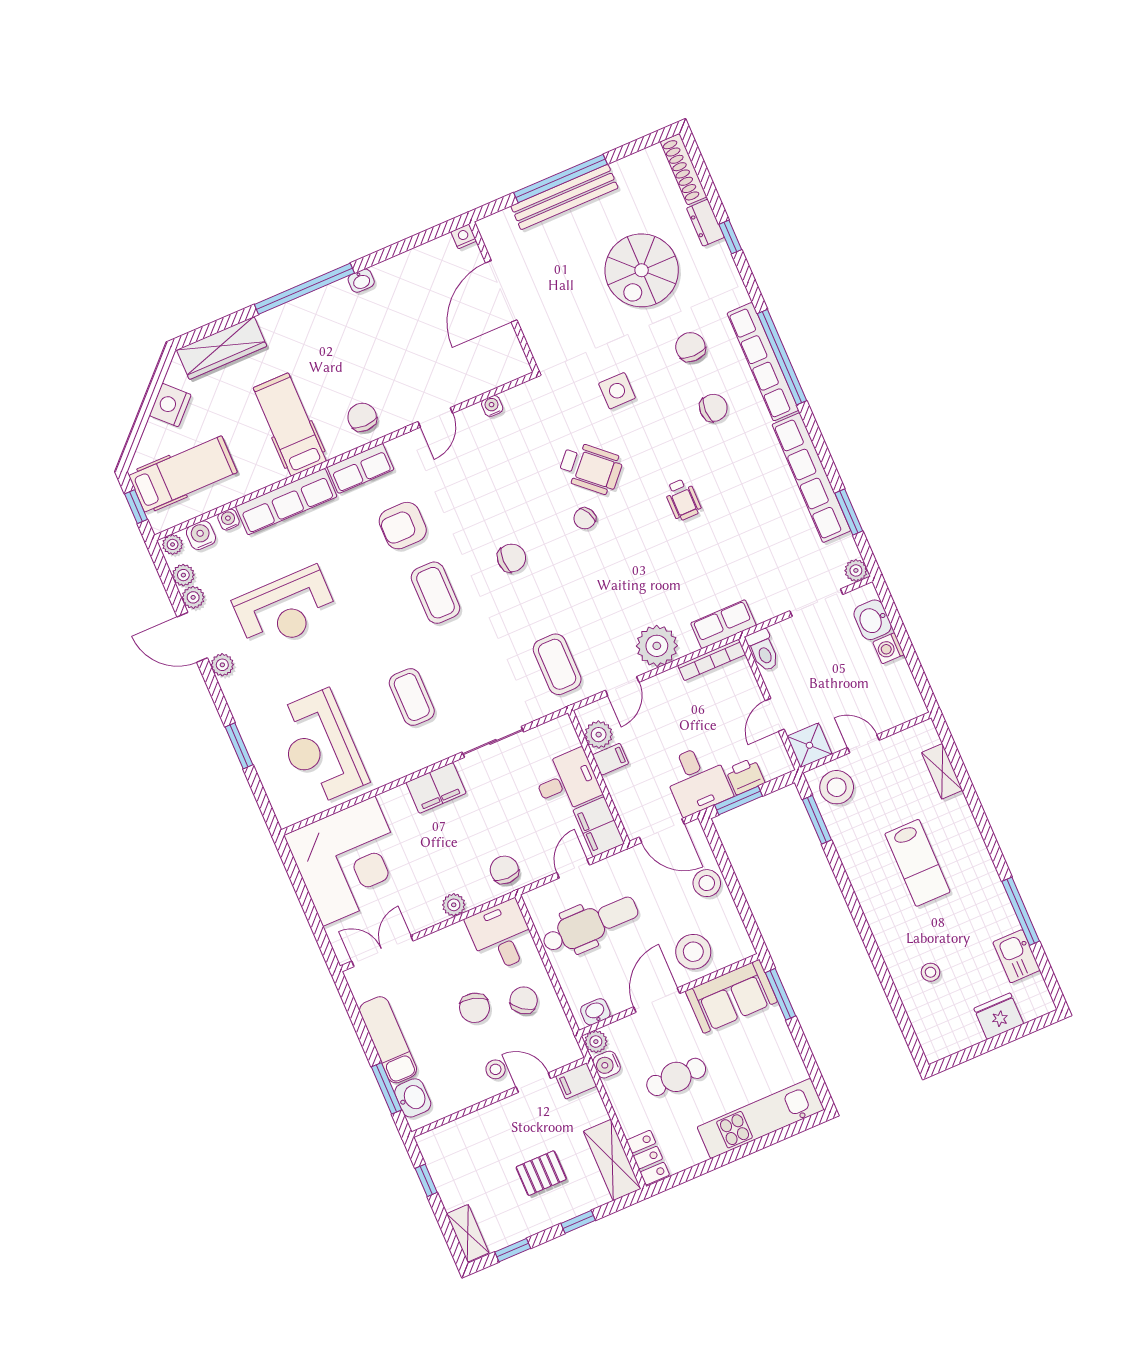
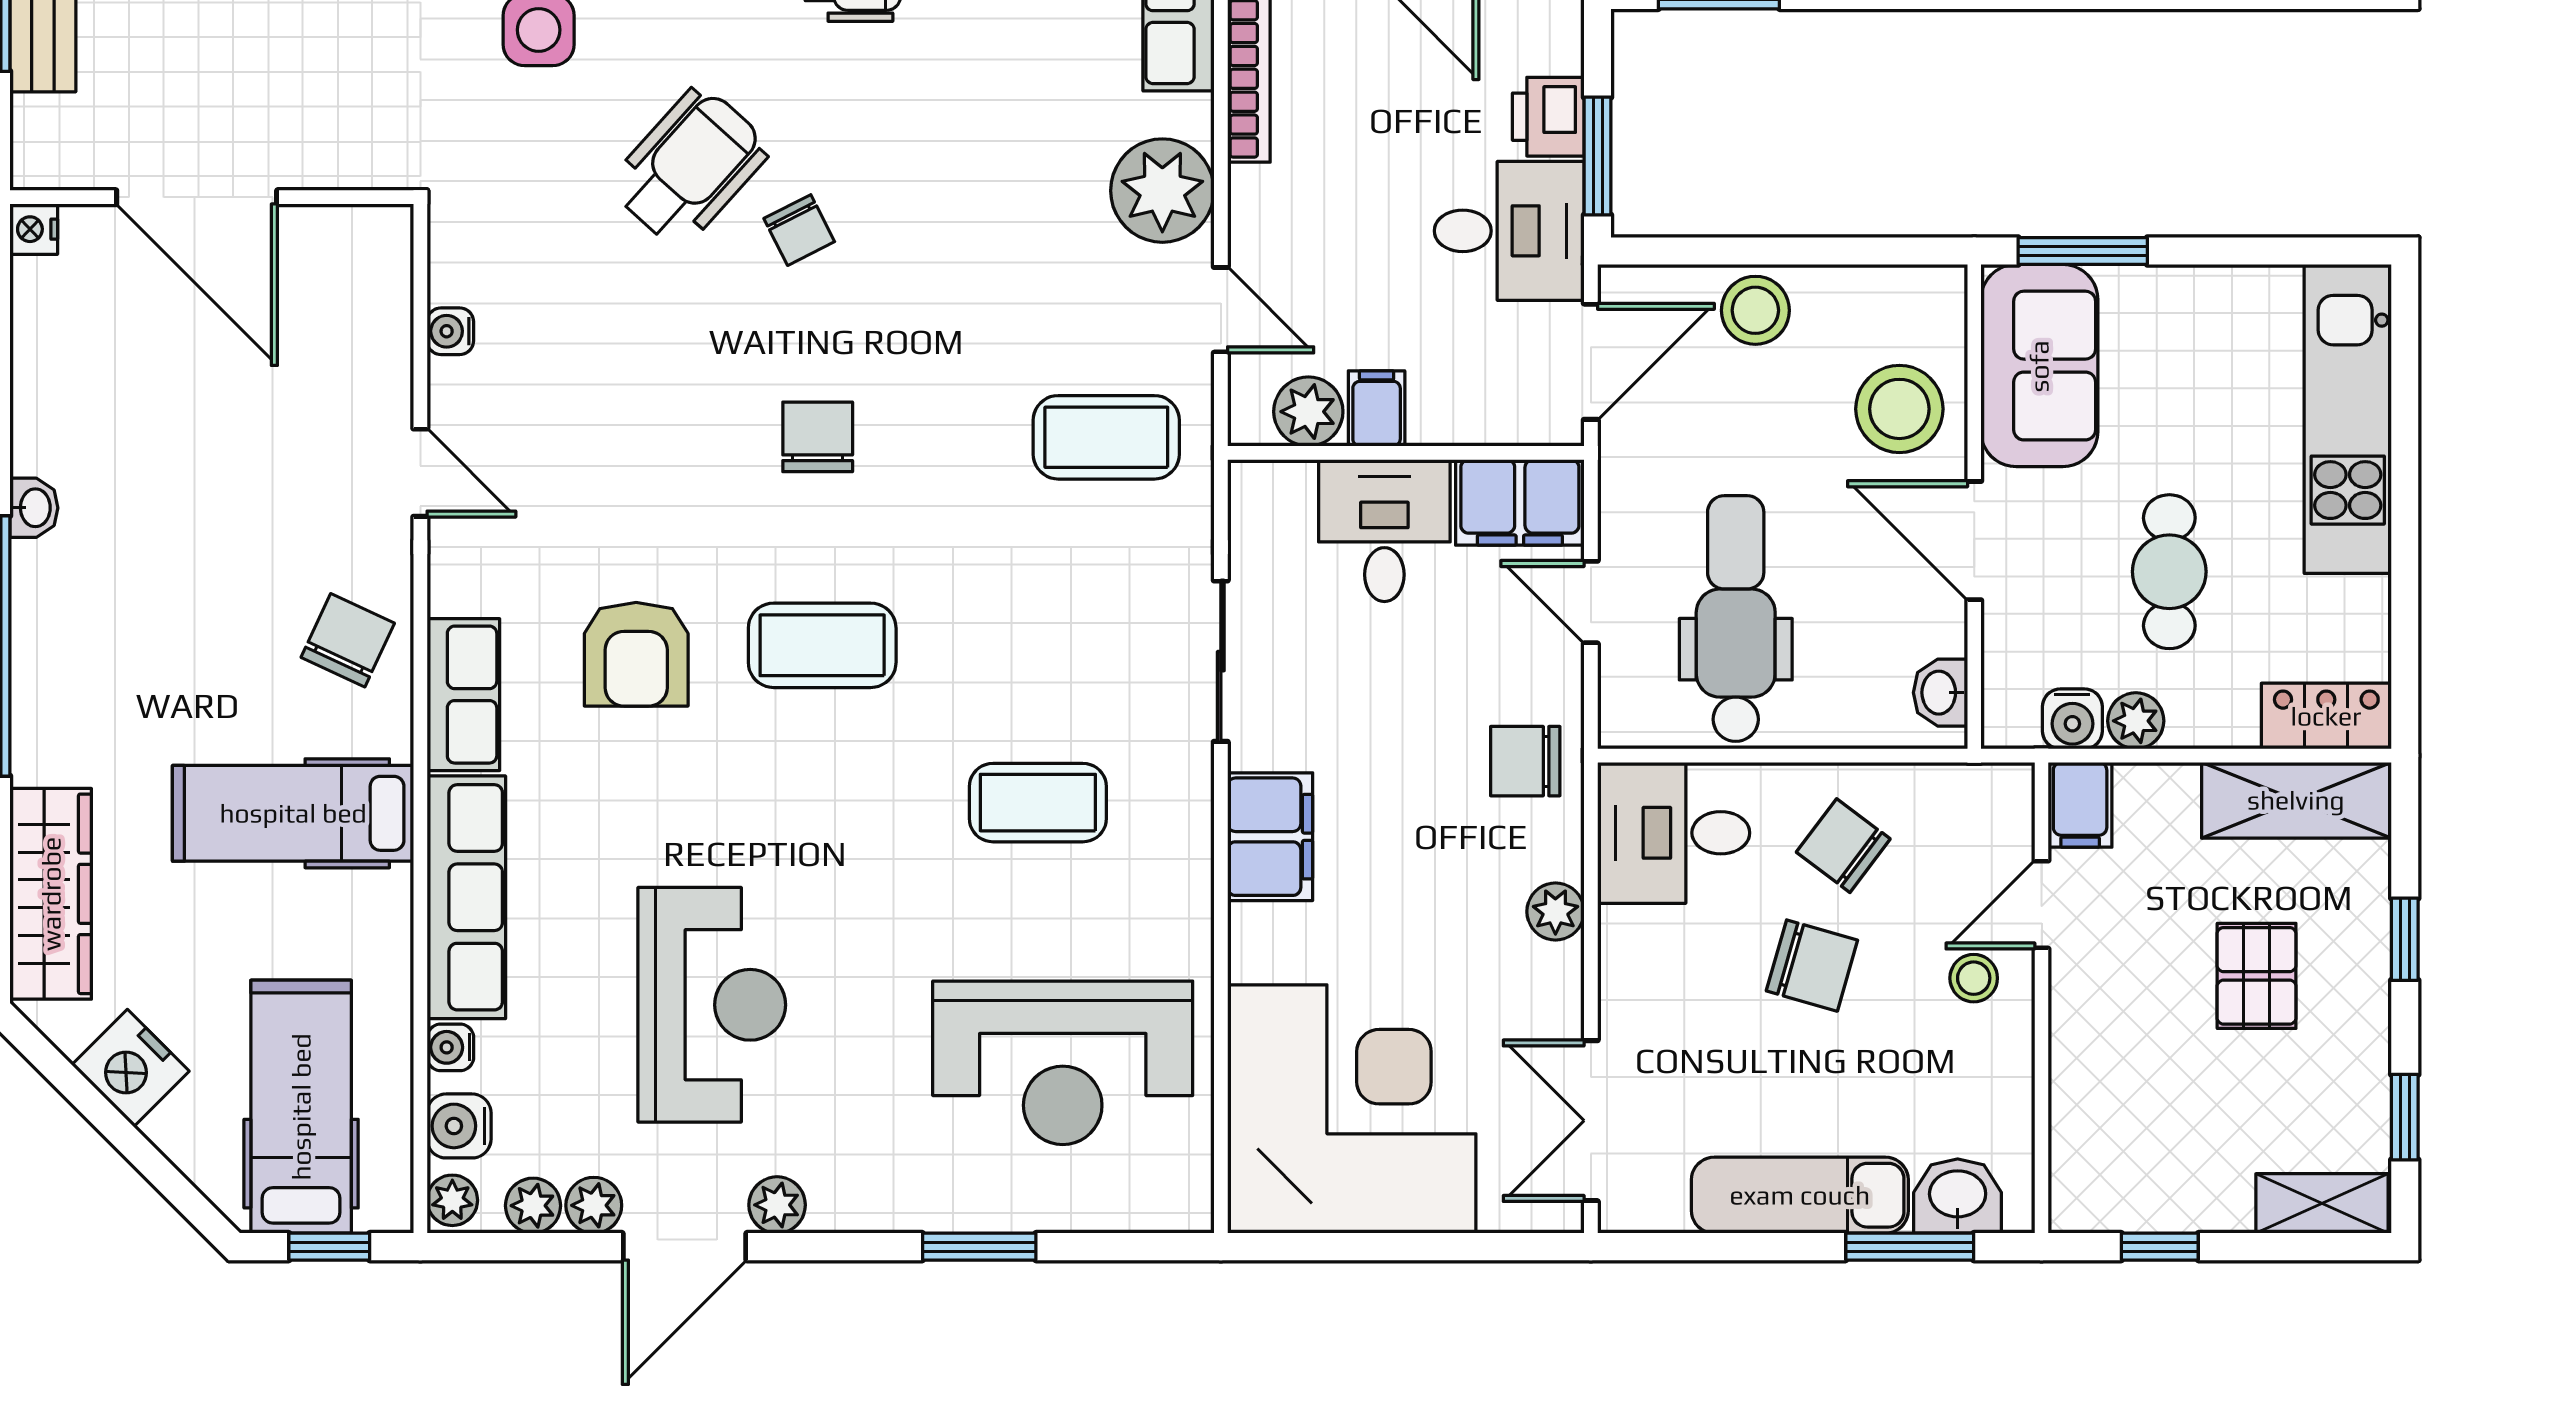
chair: (362, 417) -> (348, 640), turned 115
plant: (596, 1042) -> (2136, 721), moved

